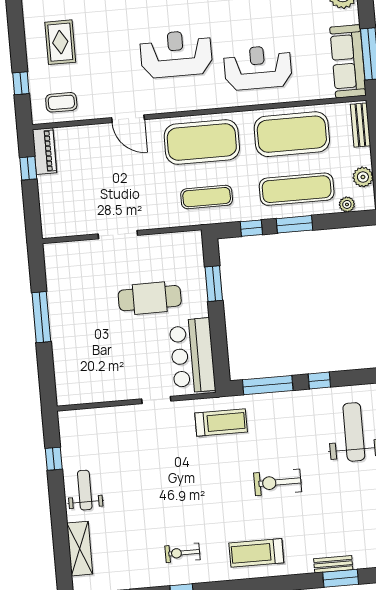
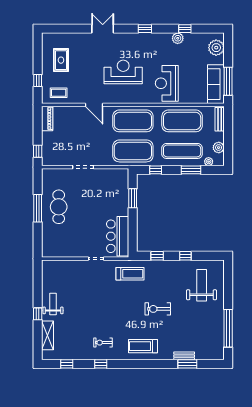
reception desk: (258, 68) -> (167, 83), turned -90
window: (28, 168) -> (38, 151), moved
exercise mat: (207, 197) -> (133, 151), width x2.00, depth x1.45
window: (294, 224) -> (191, 170), moved
cafe table: (150, 298) -> (59, 207), moved, turned 90
window: (268, 385) -> (157, 256), width x0.46
window: (54, 459) -> (38, 314), moved

